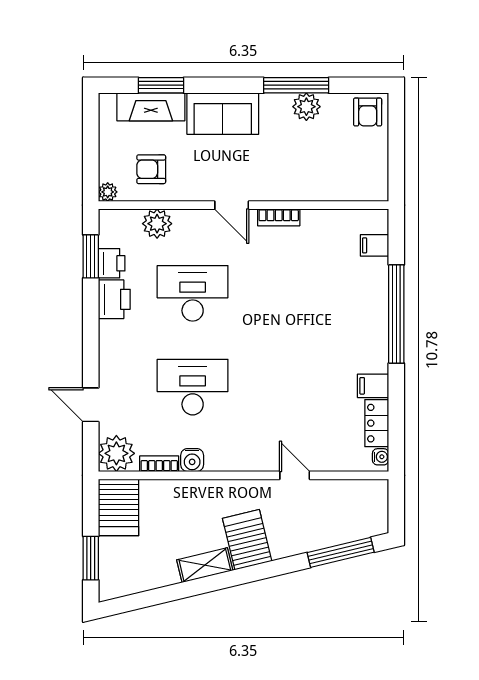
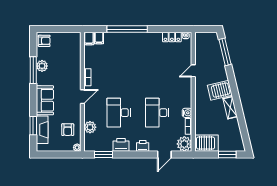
printer: (112, 263) -> (143, 146), moved
filing cabinet: (373, 386) -> (89, 39), moved

